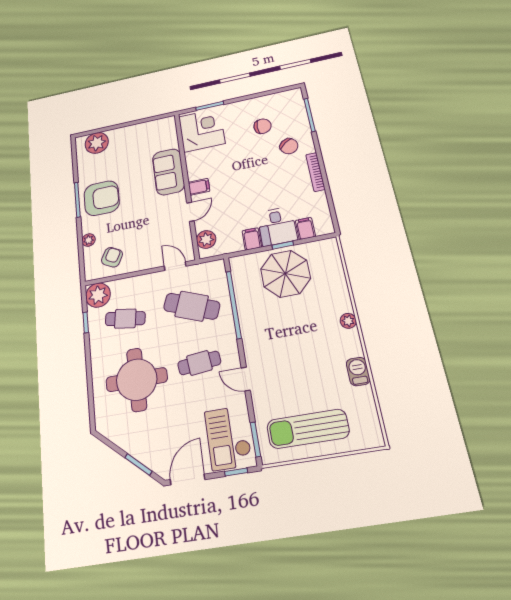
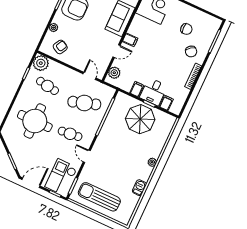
cafe table: (192, 306) -> (84, 103), turned -39

